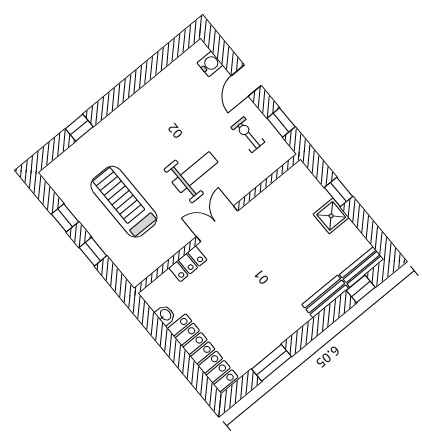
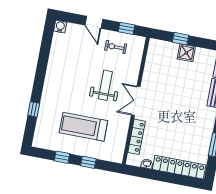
water cooler: (210, 64) -> (60, 27), moved
locker: (188, 264) -> (137, 137), width x1.53

